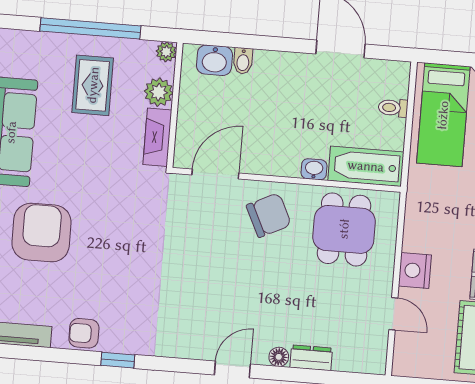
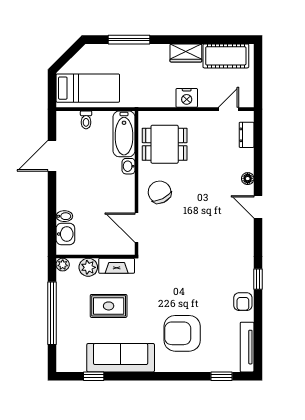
rug: (93, 85) -> (109, 306), moved
door: (393, 314) -> (229, 109), moved
dresser: (311, 358) -> (247, 135), moved

